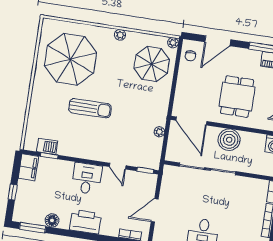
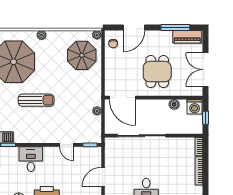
plant: (120, 35) -> (41, 35), moved
boiler: (229, 140) -> (174, 104), moved, width x0.54, depth x0.54
desk: (87, 179) -> (31, 159), moved

